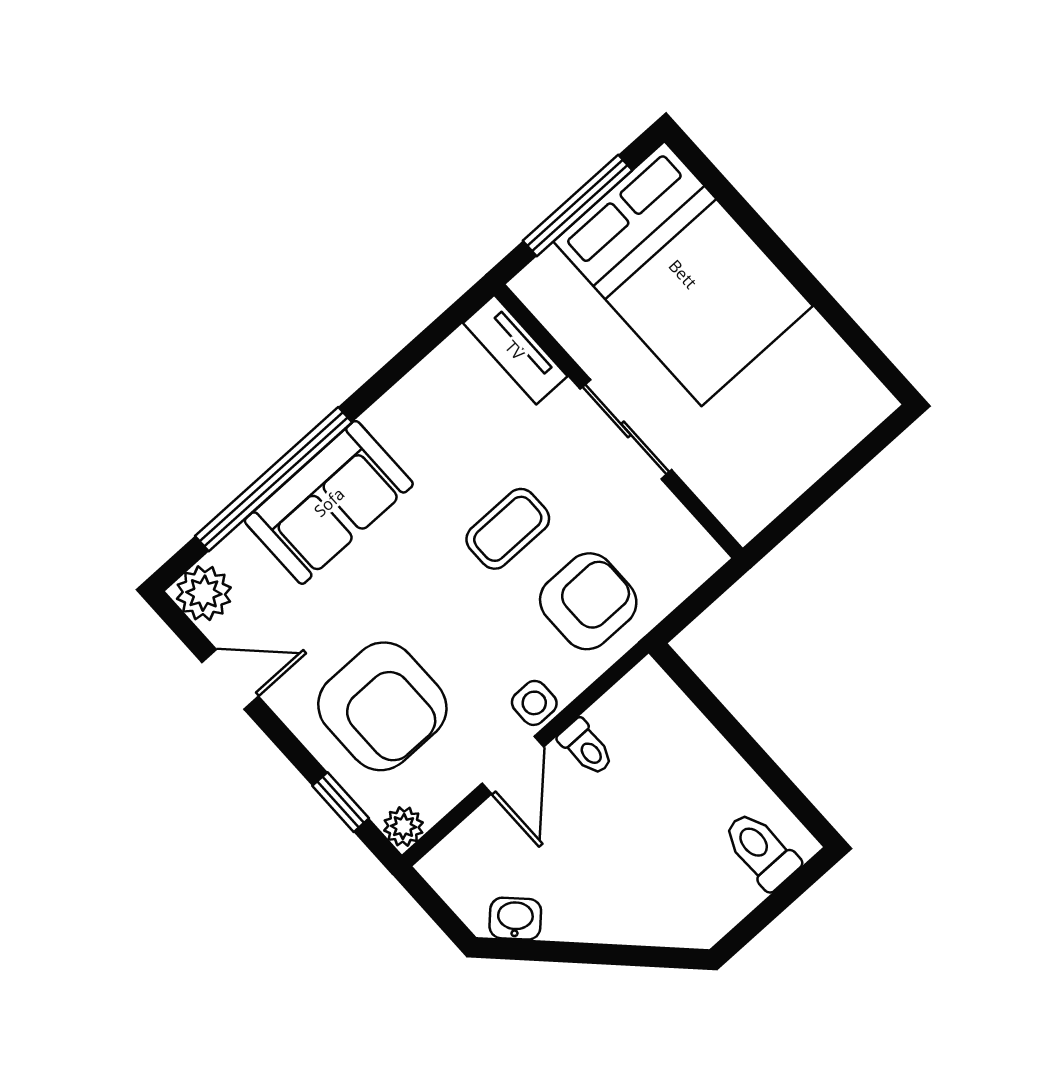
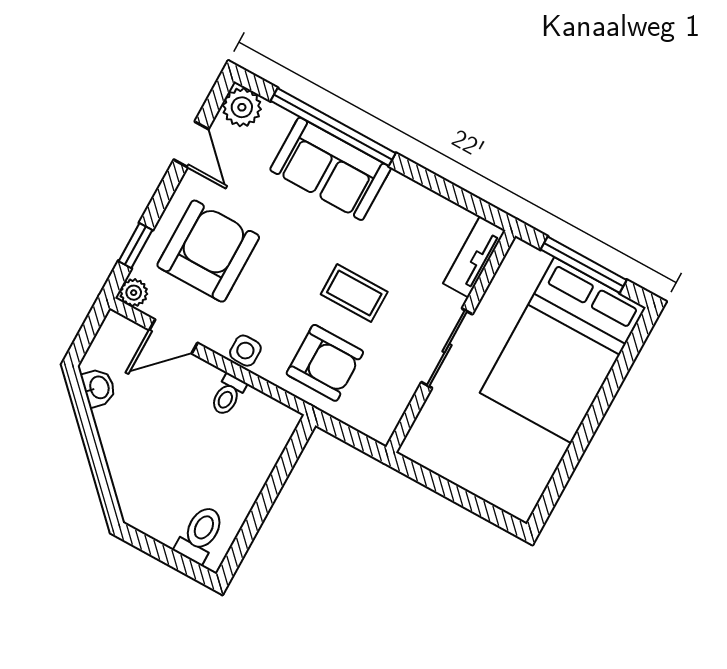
armchair: (382, 706) -> (208, 251), turned 180
door: (513, 765) -> (173, 337), moved

